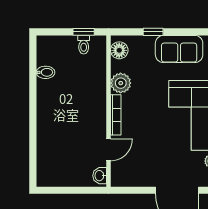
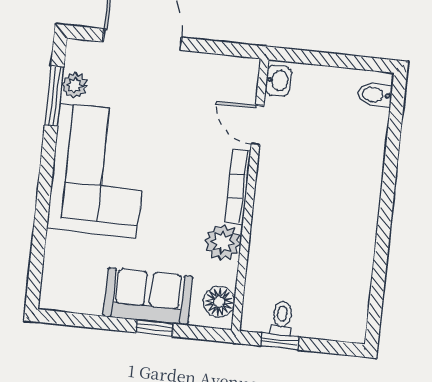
sofa: (179, 49) -> (148, 296), moved
bidet: (45, 72) -> (375, 95), moved
door: (109, 150) -> (257, 125), hinge flipped

